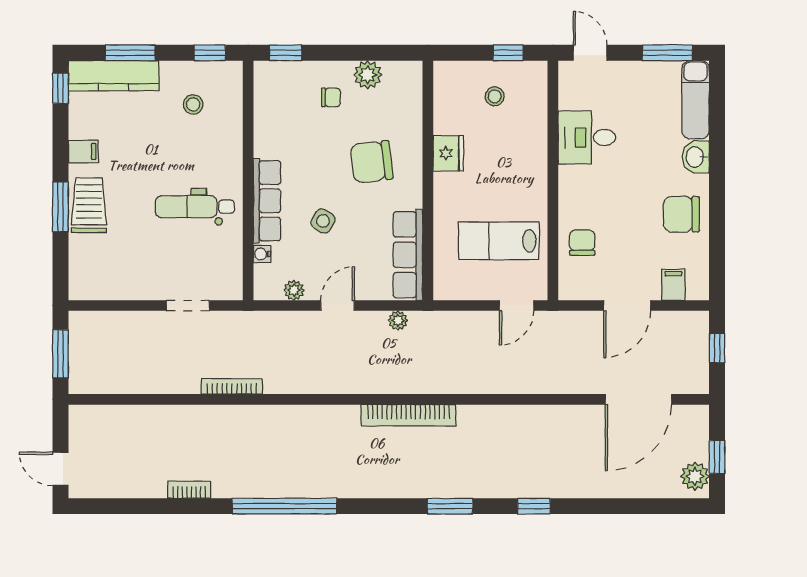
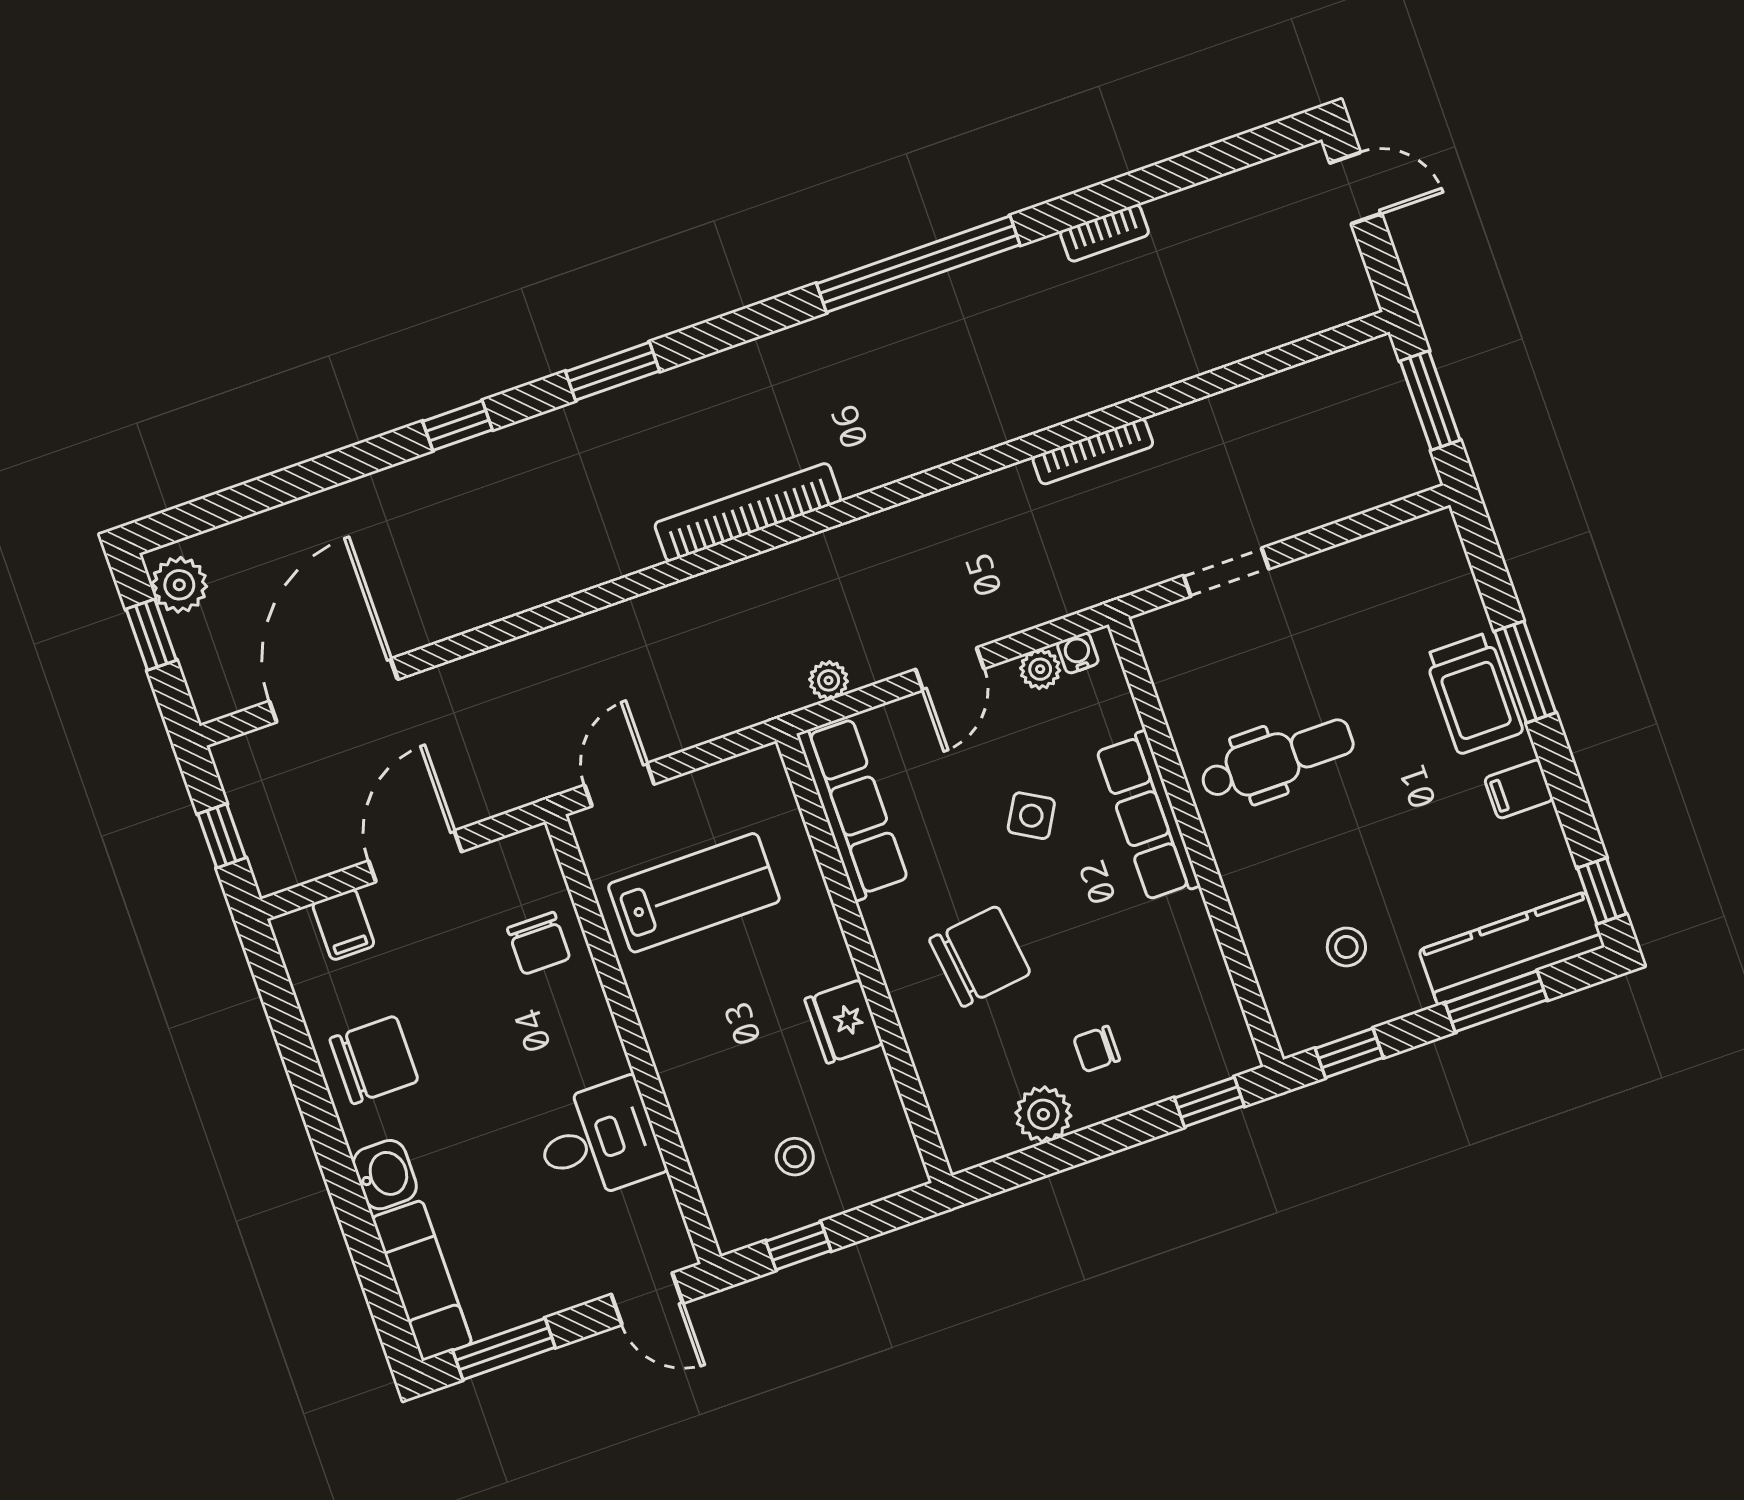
water cooler: (262, 254) -> (1078, 653), moved, turned -90

